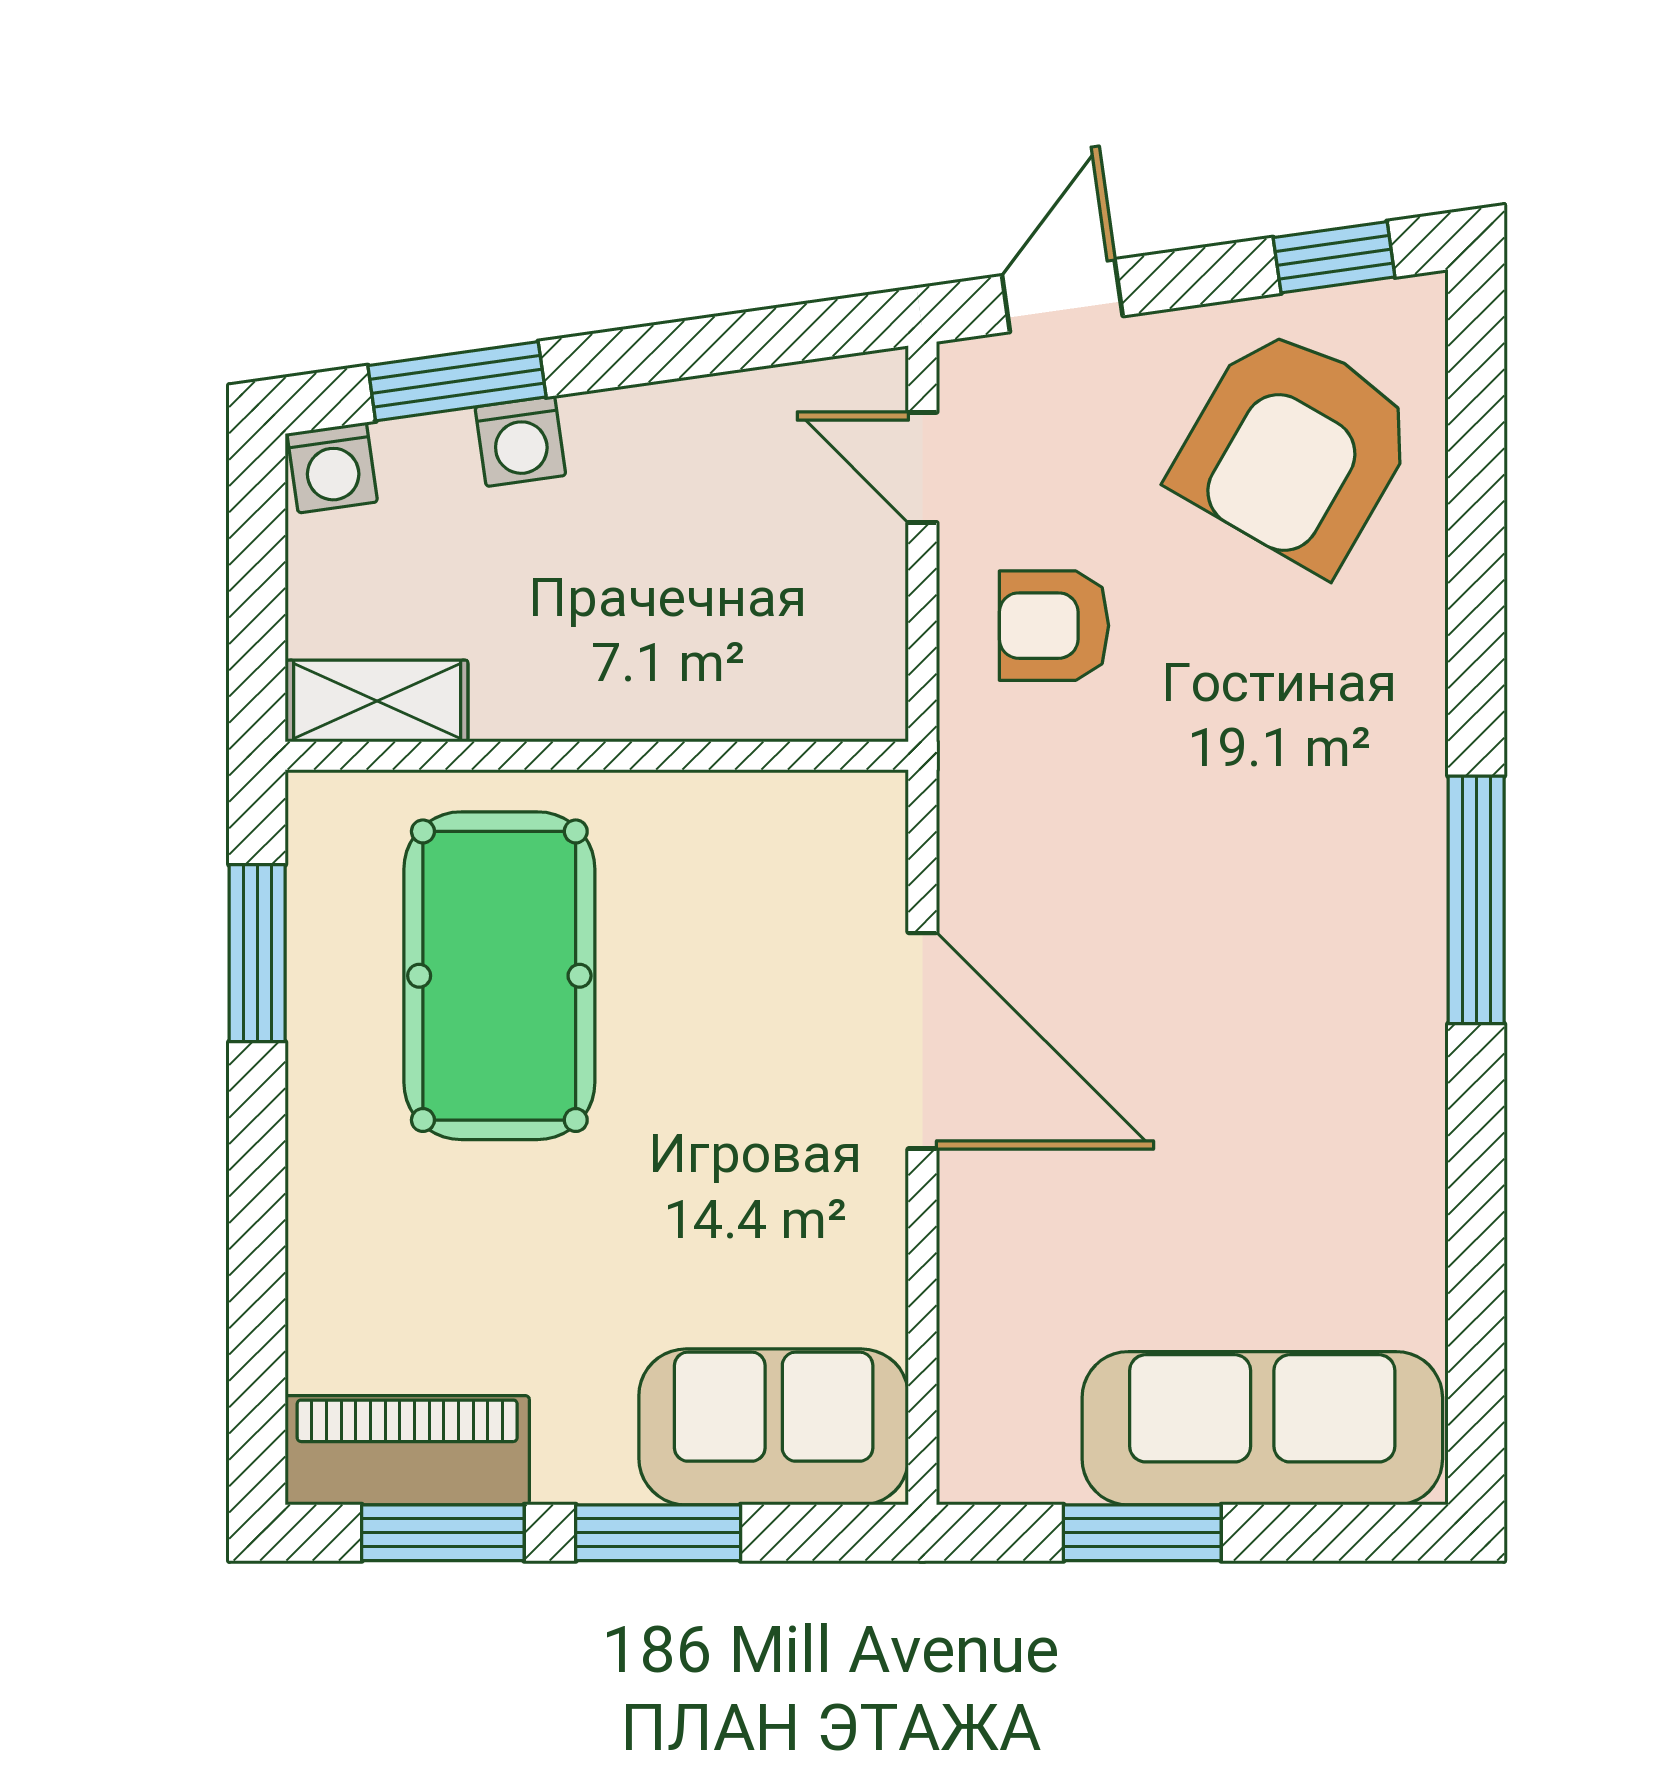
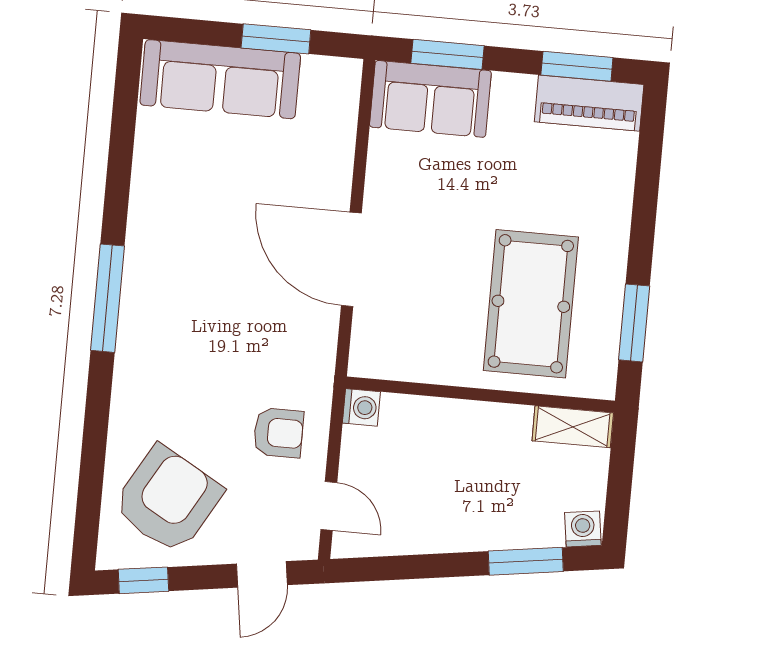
washing machine: (520, 441) -> (361, 407), moved, turned 98
window: (658, 1533) -> (447, 54), moved

